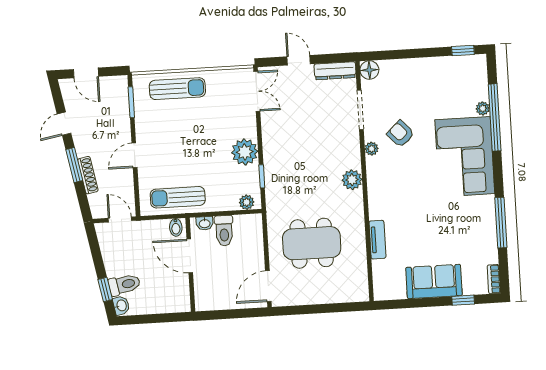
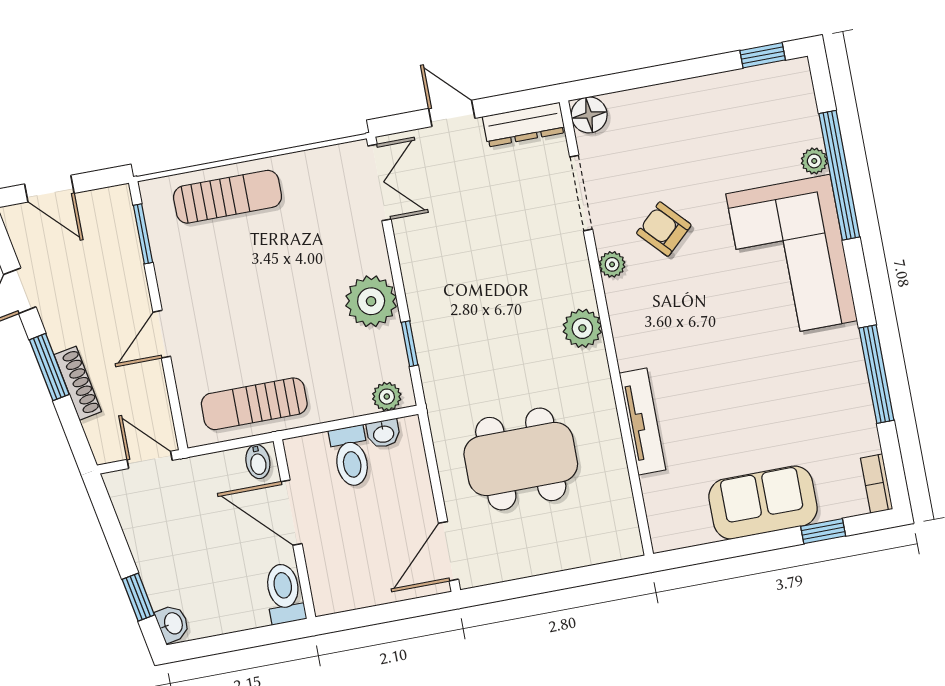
washbasin: (205, 223) -> (383, 433), moved
tv unit: (377, 240) -> (642, 422), width x1.41
toilet: (124, 285) -> (284, 593), moved, turned -79

